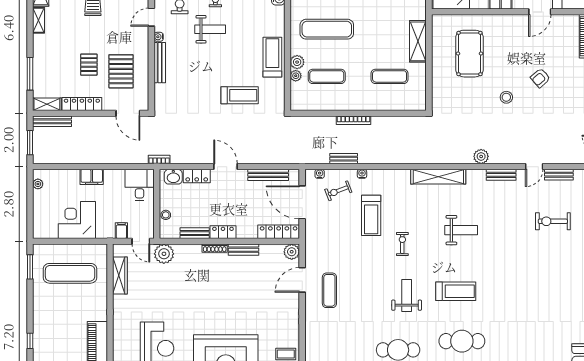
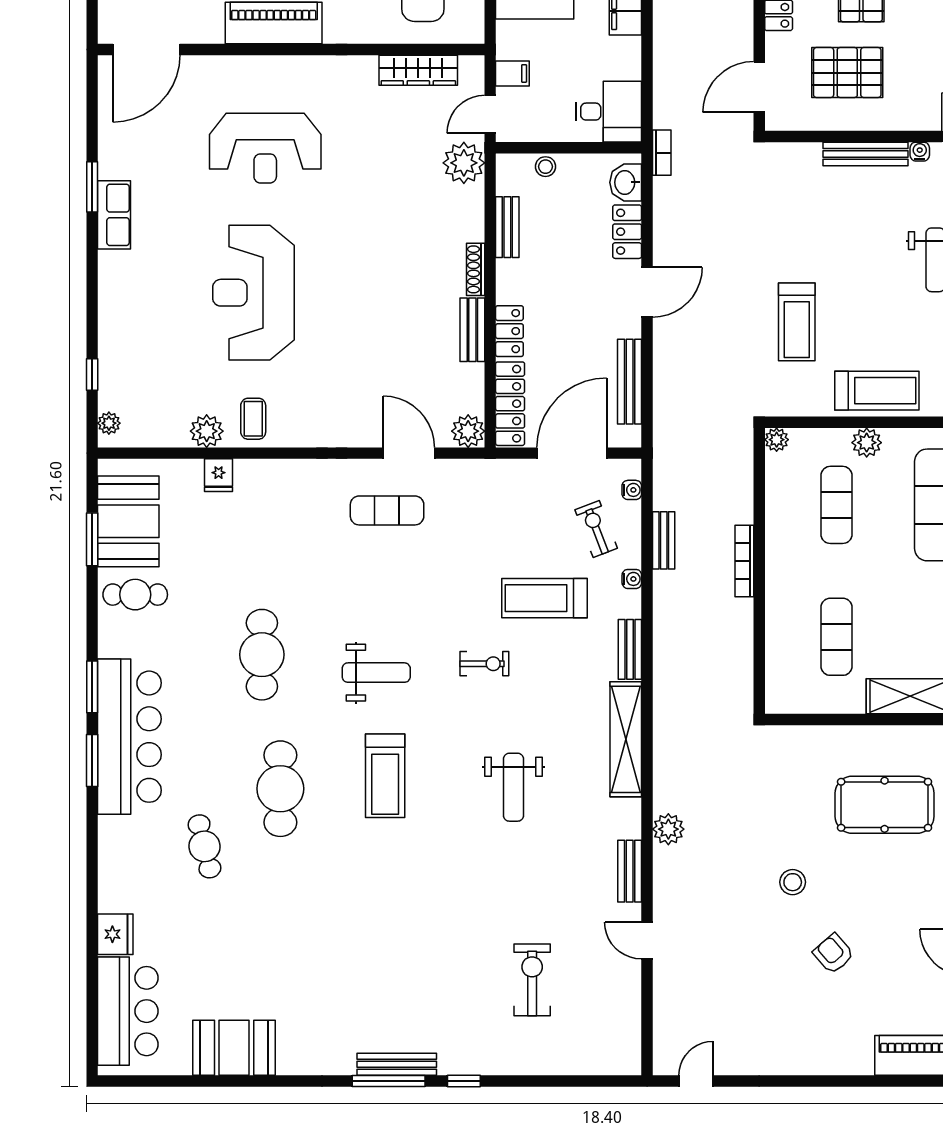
plant: (296, 76) -> (777, 440), moved
bench: (559, 175) -> (630, 649), moved
locker: (223, 232) -> (509, 331), moved

